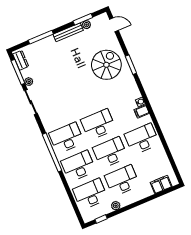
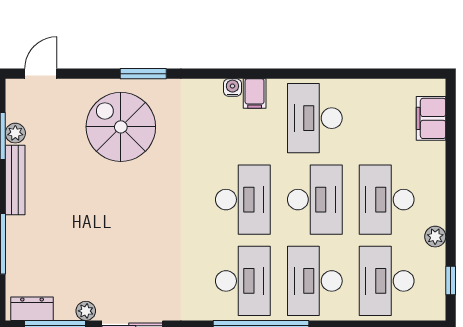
desk: (98, 124) -> (243, 200), turned 180
desk: (66, 138) -> (243, 281), turned 180
desk: (110, 153) -> (315, 200), turned 180

